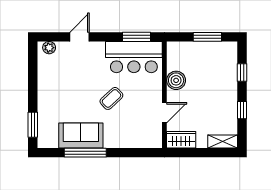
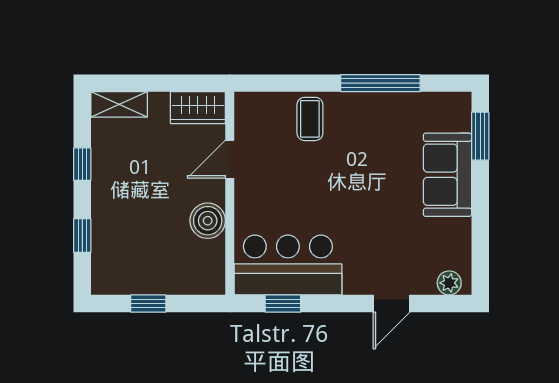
window: (137, 37) -> (283, 304), width x0.67
window: (207, 37) -> (148, 304), width x0.67
coffee table: (111, 98) -> (310, 119), moved, turned -47
sofa: (81, 135) -> (447, 175), moved, turned 90

